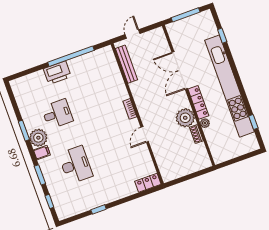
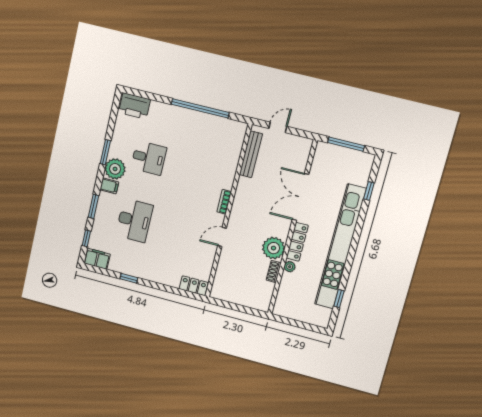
printer: (57, 73) -> (134, 106), moved
filing cabinet: (67, 211) -> (97, 259), added

